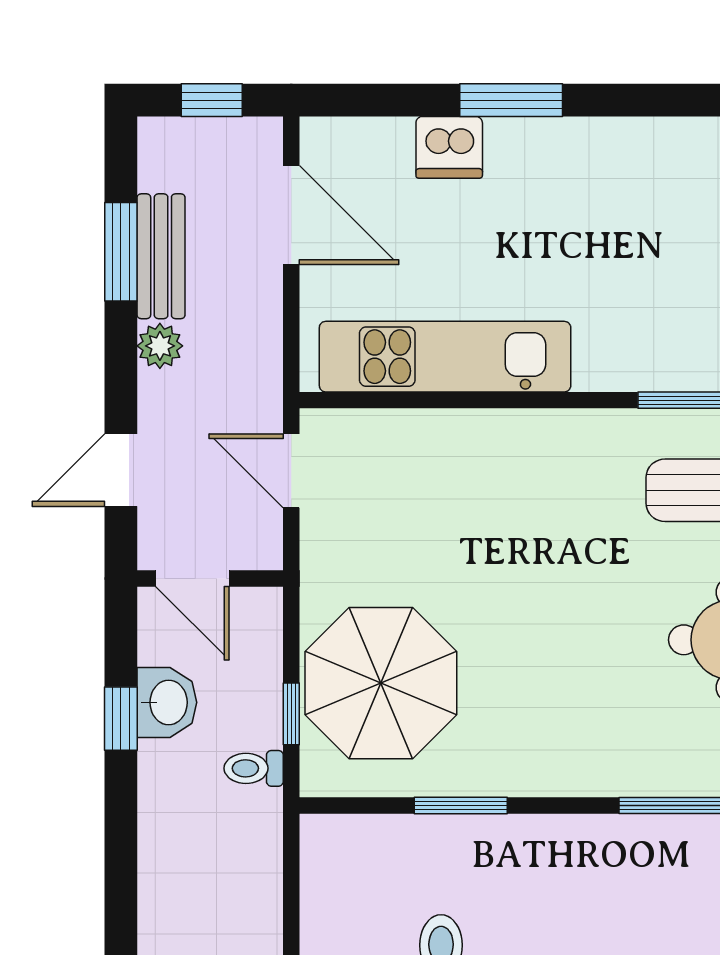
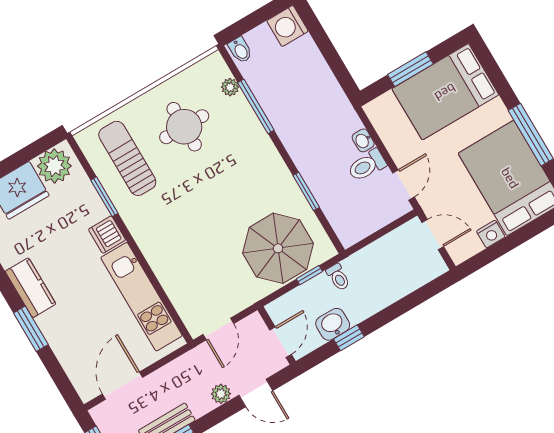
dishwasher: (449, 147) -> (107, 235), moved, turned 180
kitchen counter: (593, 148) -> (31, 288), added
plant: (160, 346) -> (221, 394), moved

